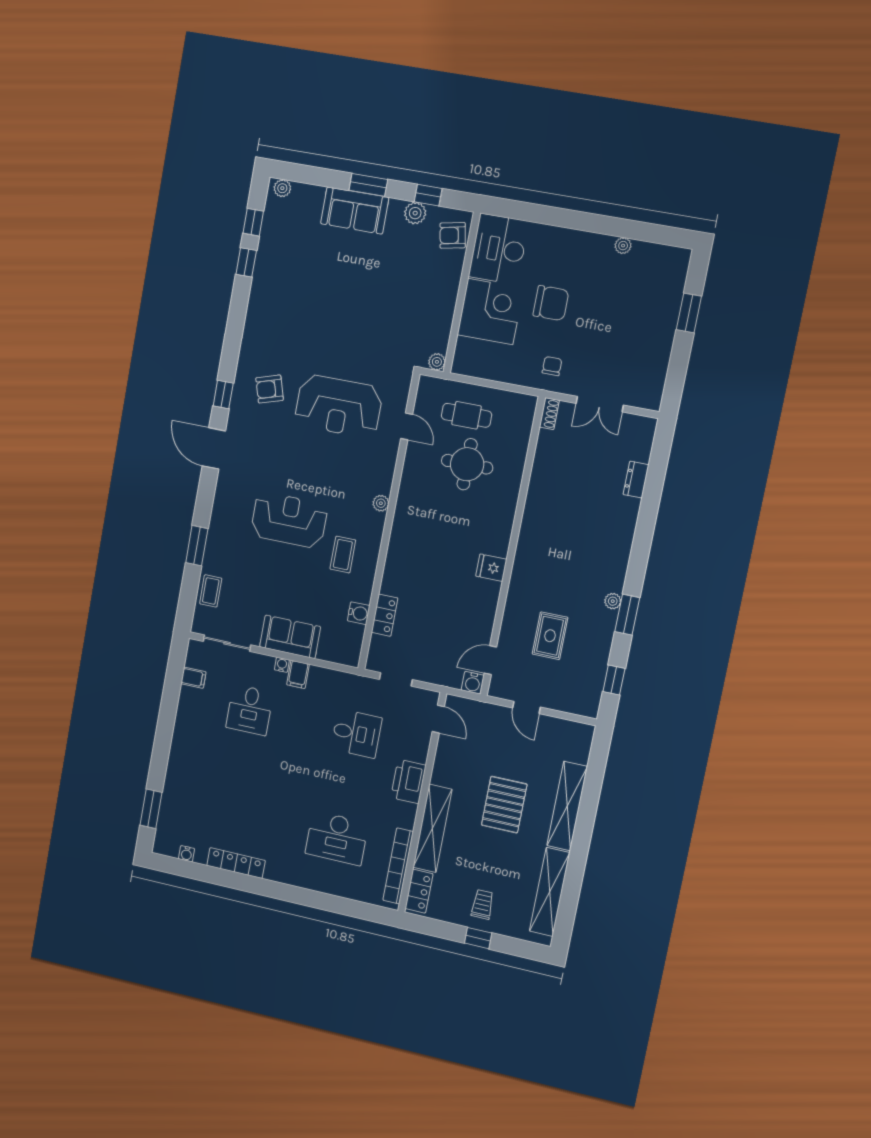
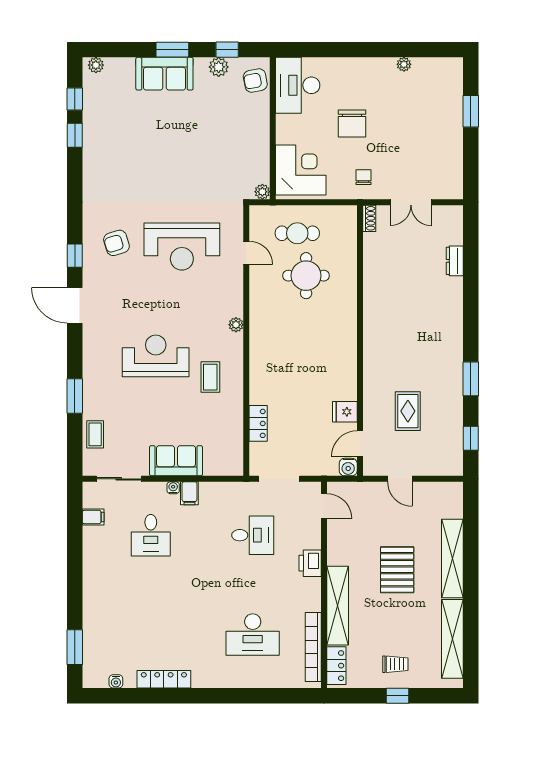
chair: (551, 303) -> (352, 124), turned 90
corner desk: (490, 312) -> (301, 170), moved
fridge: (491, 568) -> (345, 412), moved
plant: (613, 601) -> (456, 370), removed
water cooler: (359, 613) -> (234, 426), removed
doorway: (396, 679) -> (279, 479), width x1.38
printer: (408, 781) -> (310, 563), width x0.73, depth x0.84
trolley: (482, 904) -> (395, 664), turned 90

